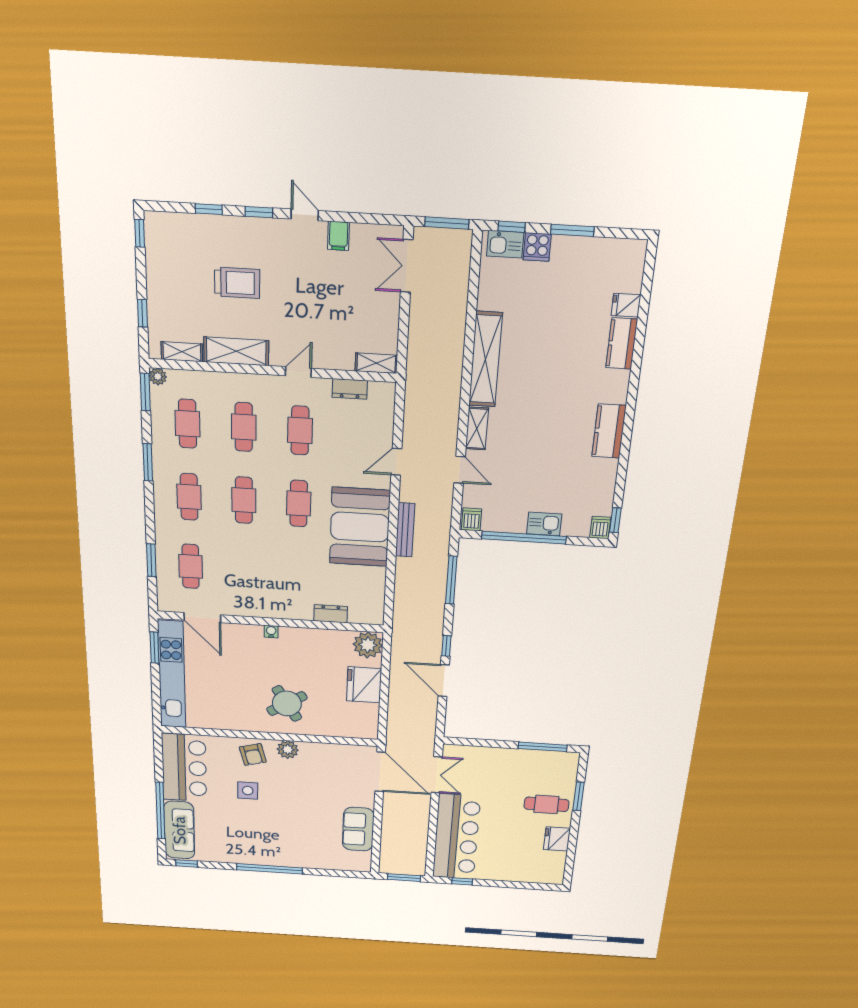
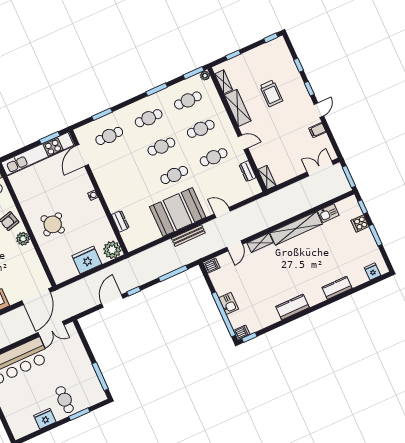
kitchen sink: (505, 244) -> (328, 213), moved, turned -90
fridge: (626, 305) -> (372, 272), moved
window: (524, 538) -> (224, 314), moved

